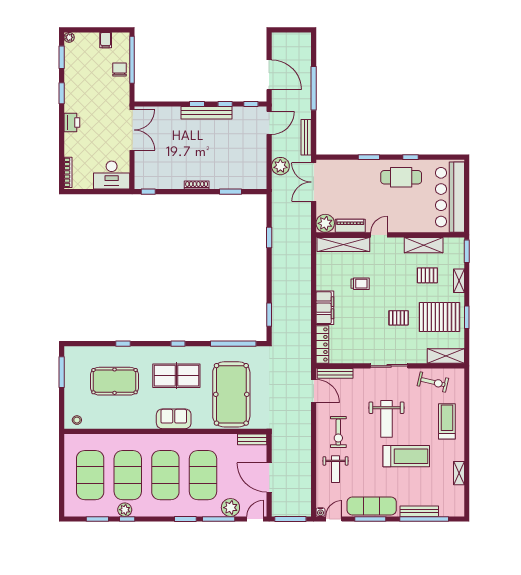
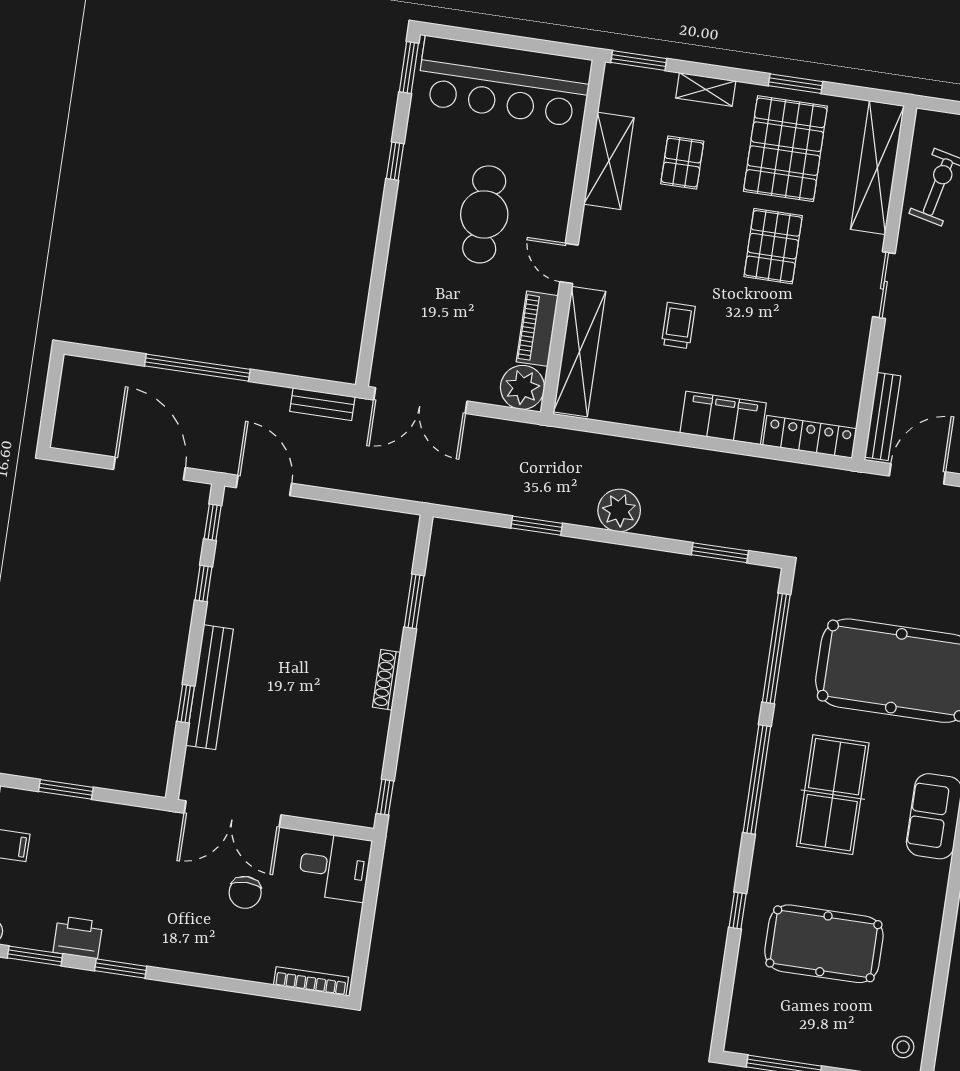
window: (132, 60) -> (66, 789), width x0.47
chair: (120, 70) -> (245, 892), moved, turned -90
door: (269, 75) -> (149, 469), hinge flipped
window: (197, 104) -> (186, 704), moved
bench: (207, 113) -> (210, 687), moved
printer: (72, 122) -> (78, 937), moved
double door: (132, 130) -> (233, 814), swing flipped
bench: (306, 137) -> (322, 404), width x0.73
window: (369, 157) -> (409, 67), moved
plant: (280, 166) -> (619, 510), moved
desk: (112, 175) -> (335, 867), width x0.73
cafe table: (401, 177) -> (484, 214), moved
pallet: (399, 318) -> (773, 246), width x1.50, depth x1.42
window: (178, 344) -> (757, 780), width x3.17
shelving: (446, 356) -> (877, 168), width x1.47
sliding door: (389, 366) -> (884, 285), width x0.73
pool table: (115, 381) -> (824, 944), turned 90

